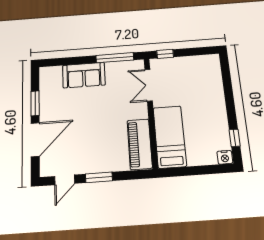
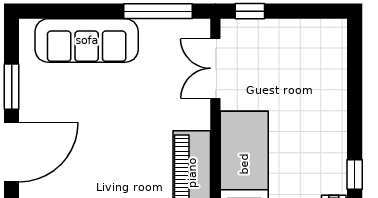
sofa: (84, 75) -> (87, 40), width x1.36

